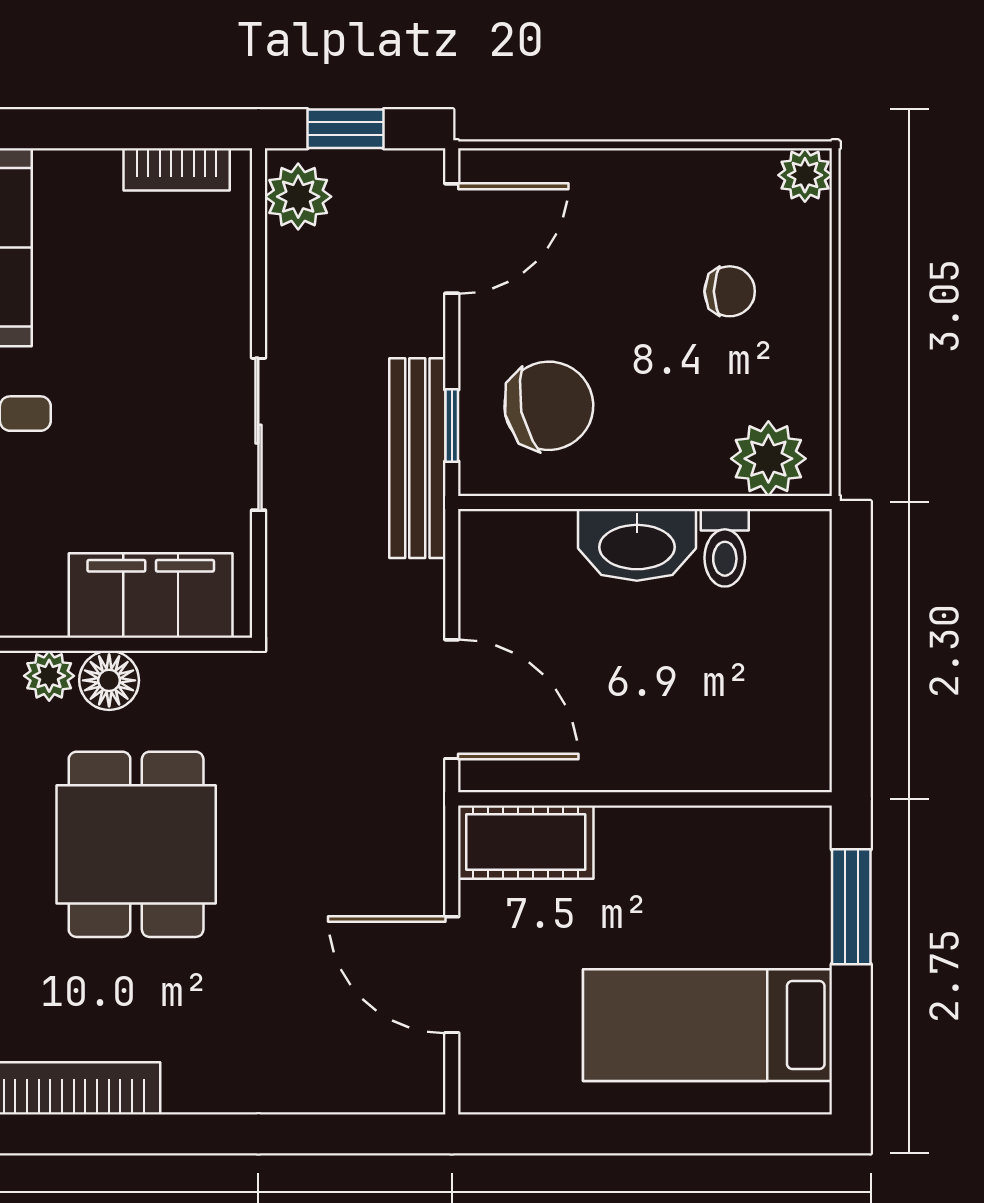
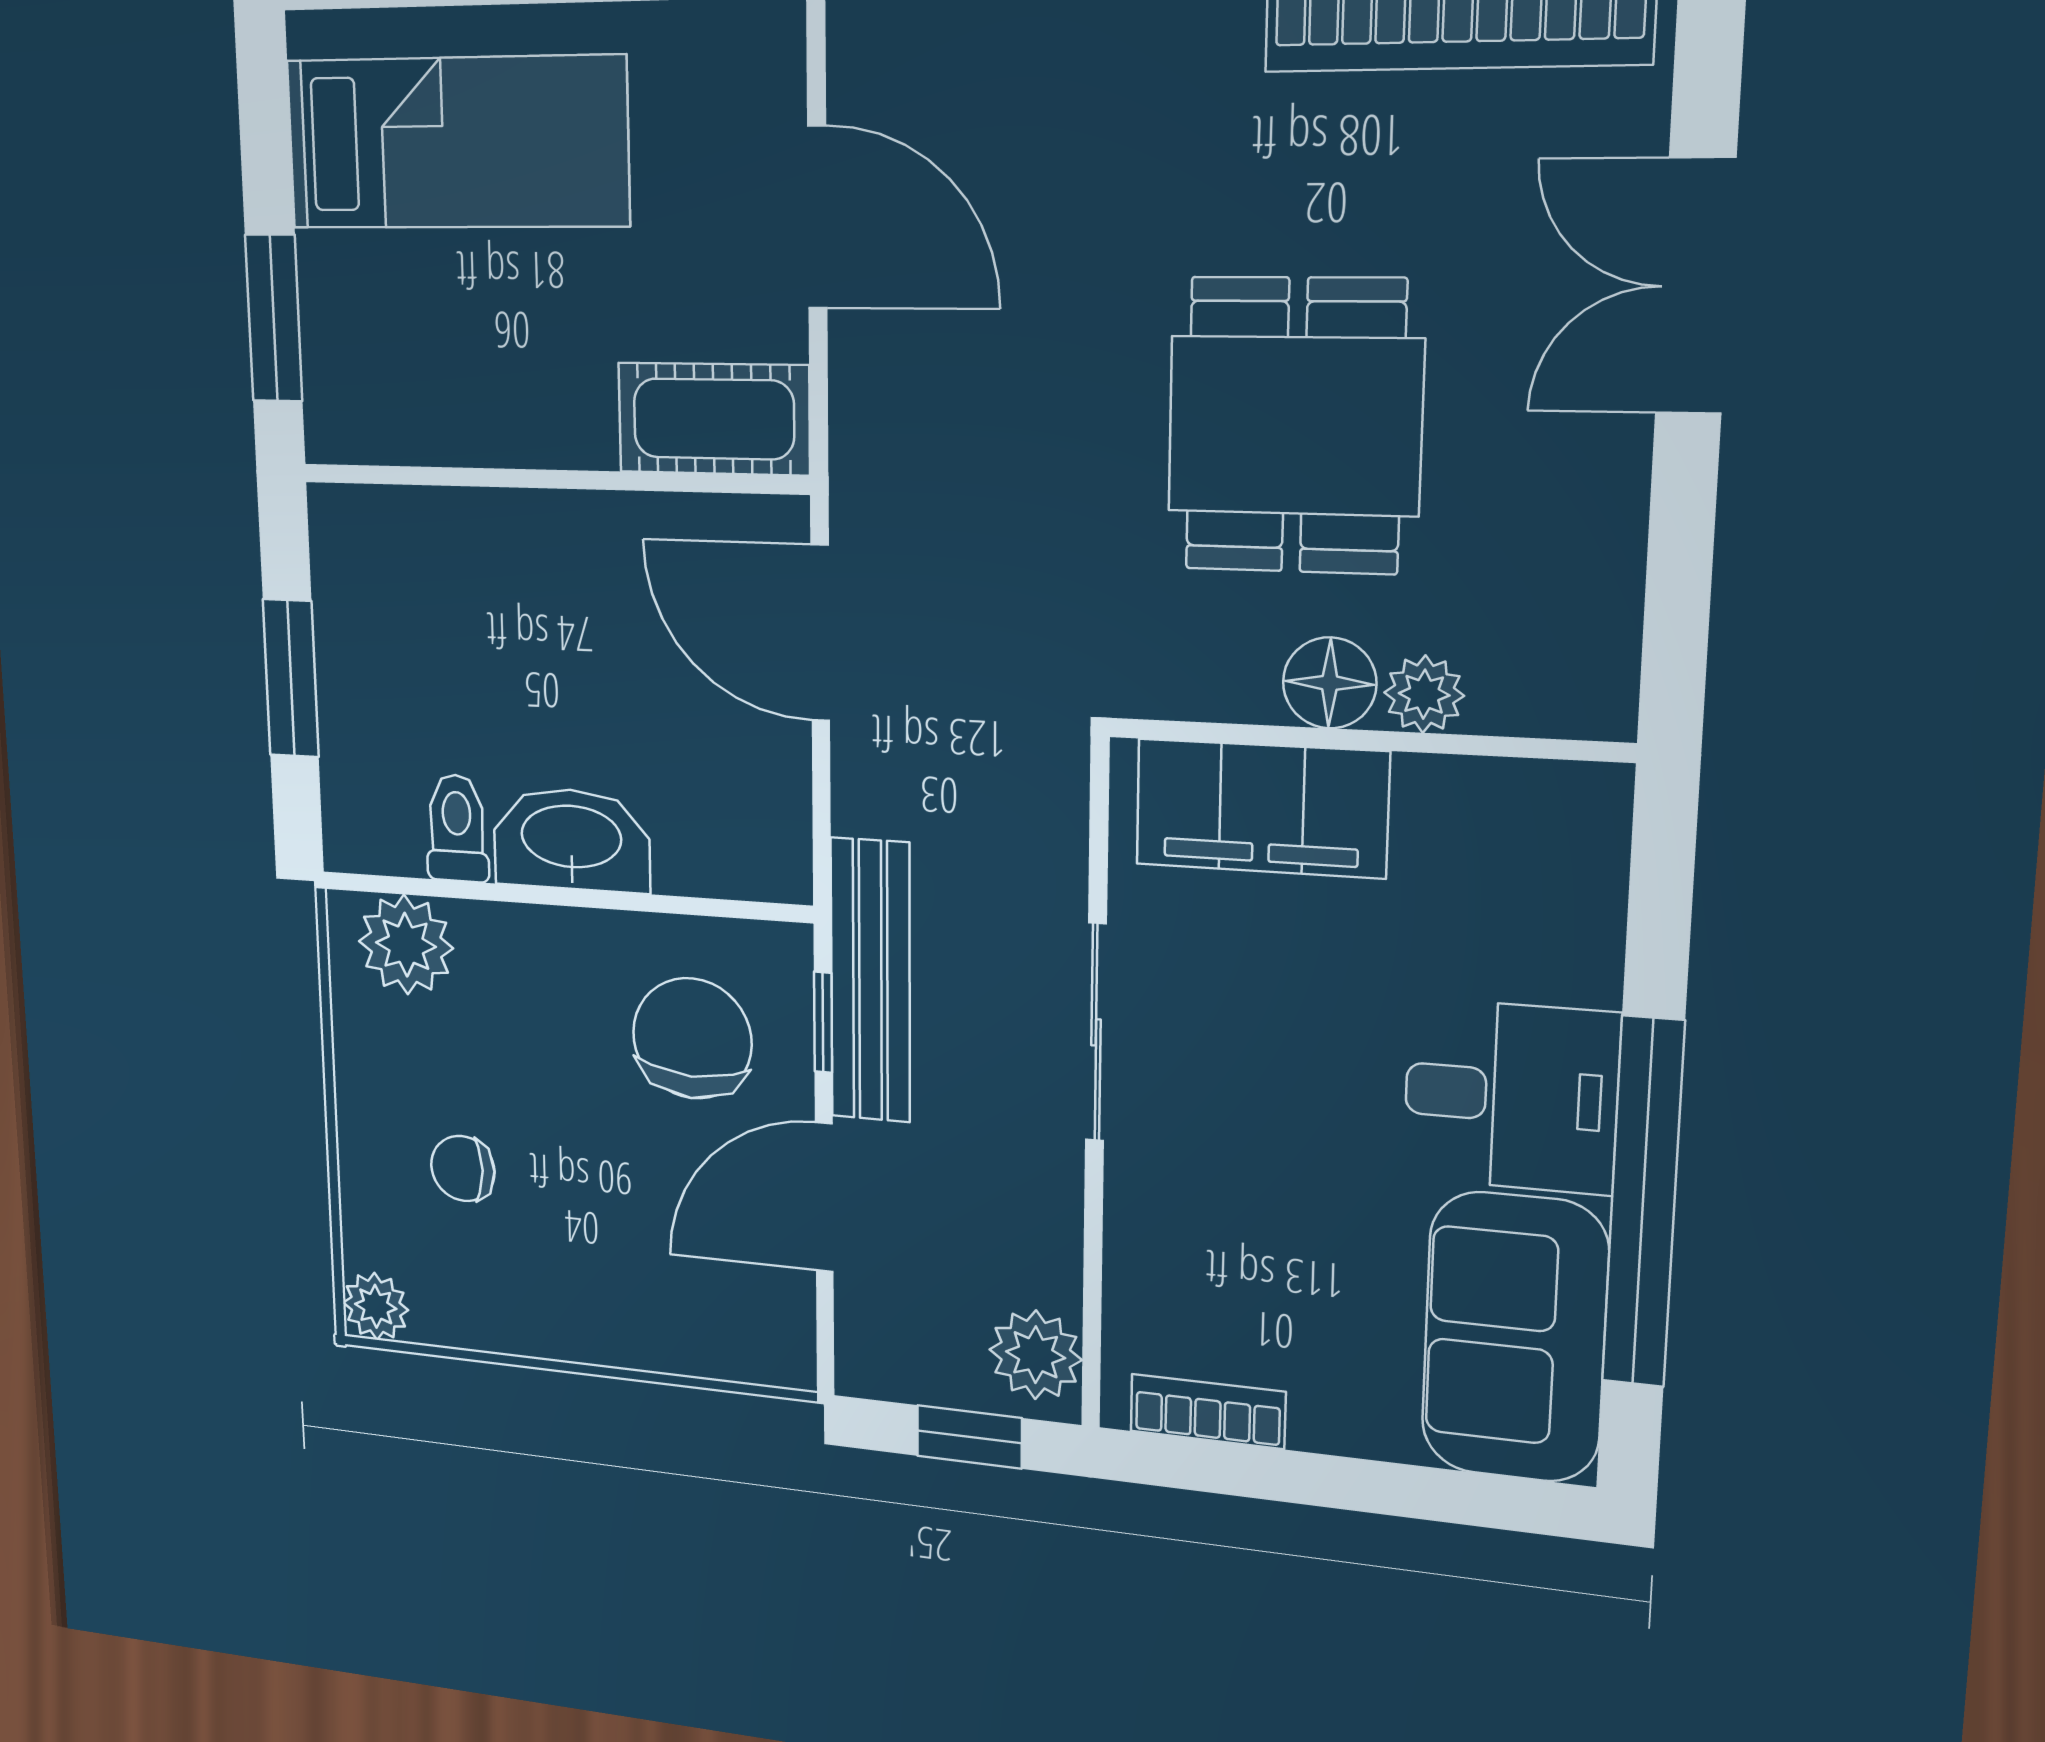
door: (452, 238) -> (824, 1197), moved
chair: (549, 406) -> (692, 1038), turned 104
window: (851, 651) -> (291, 678), added

